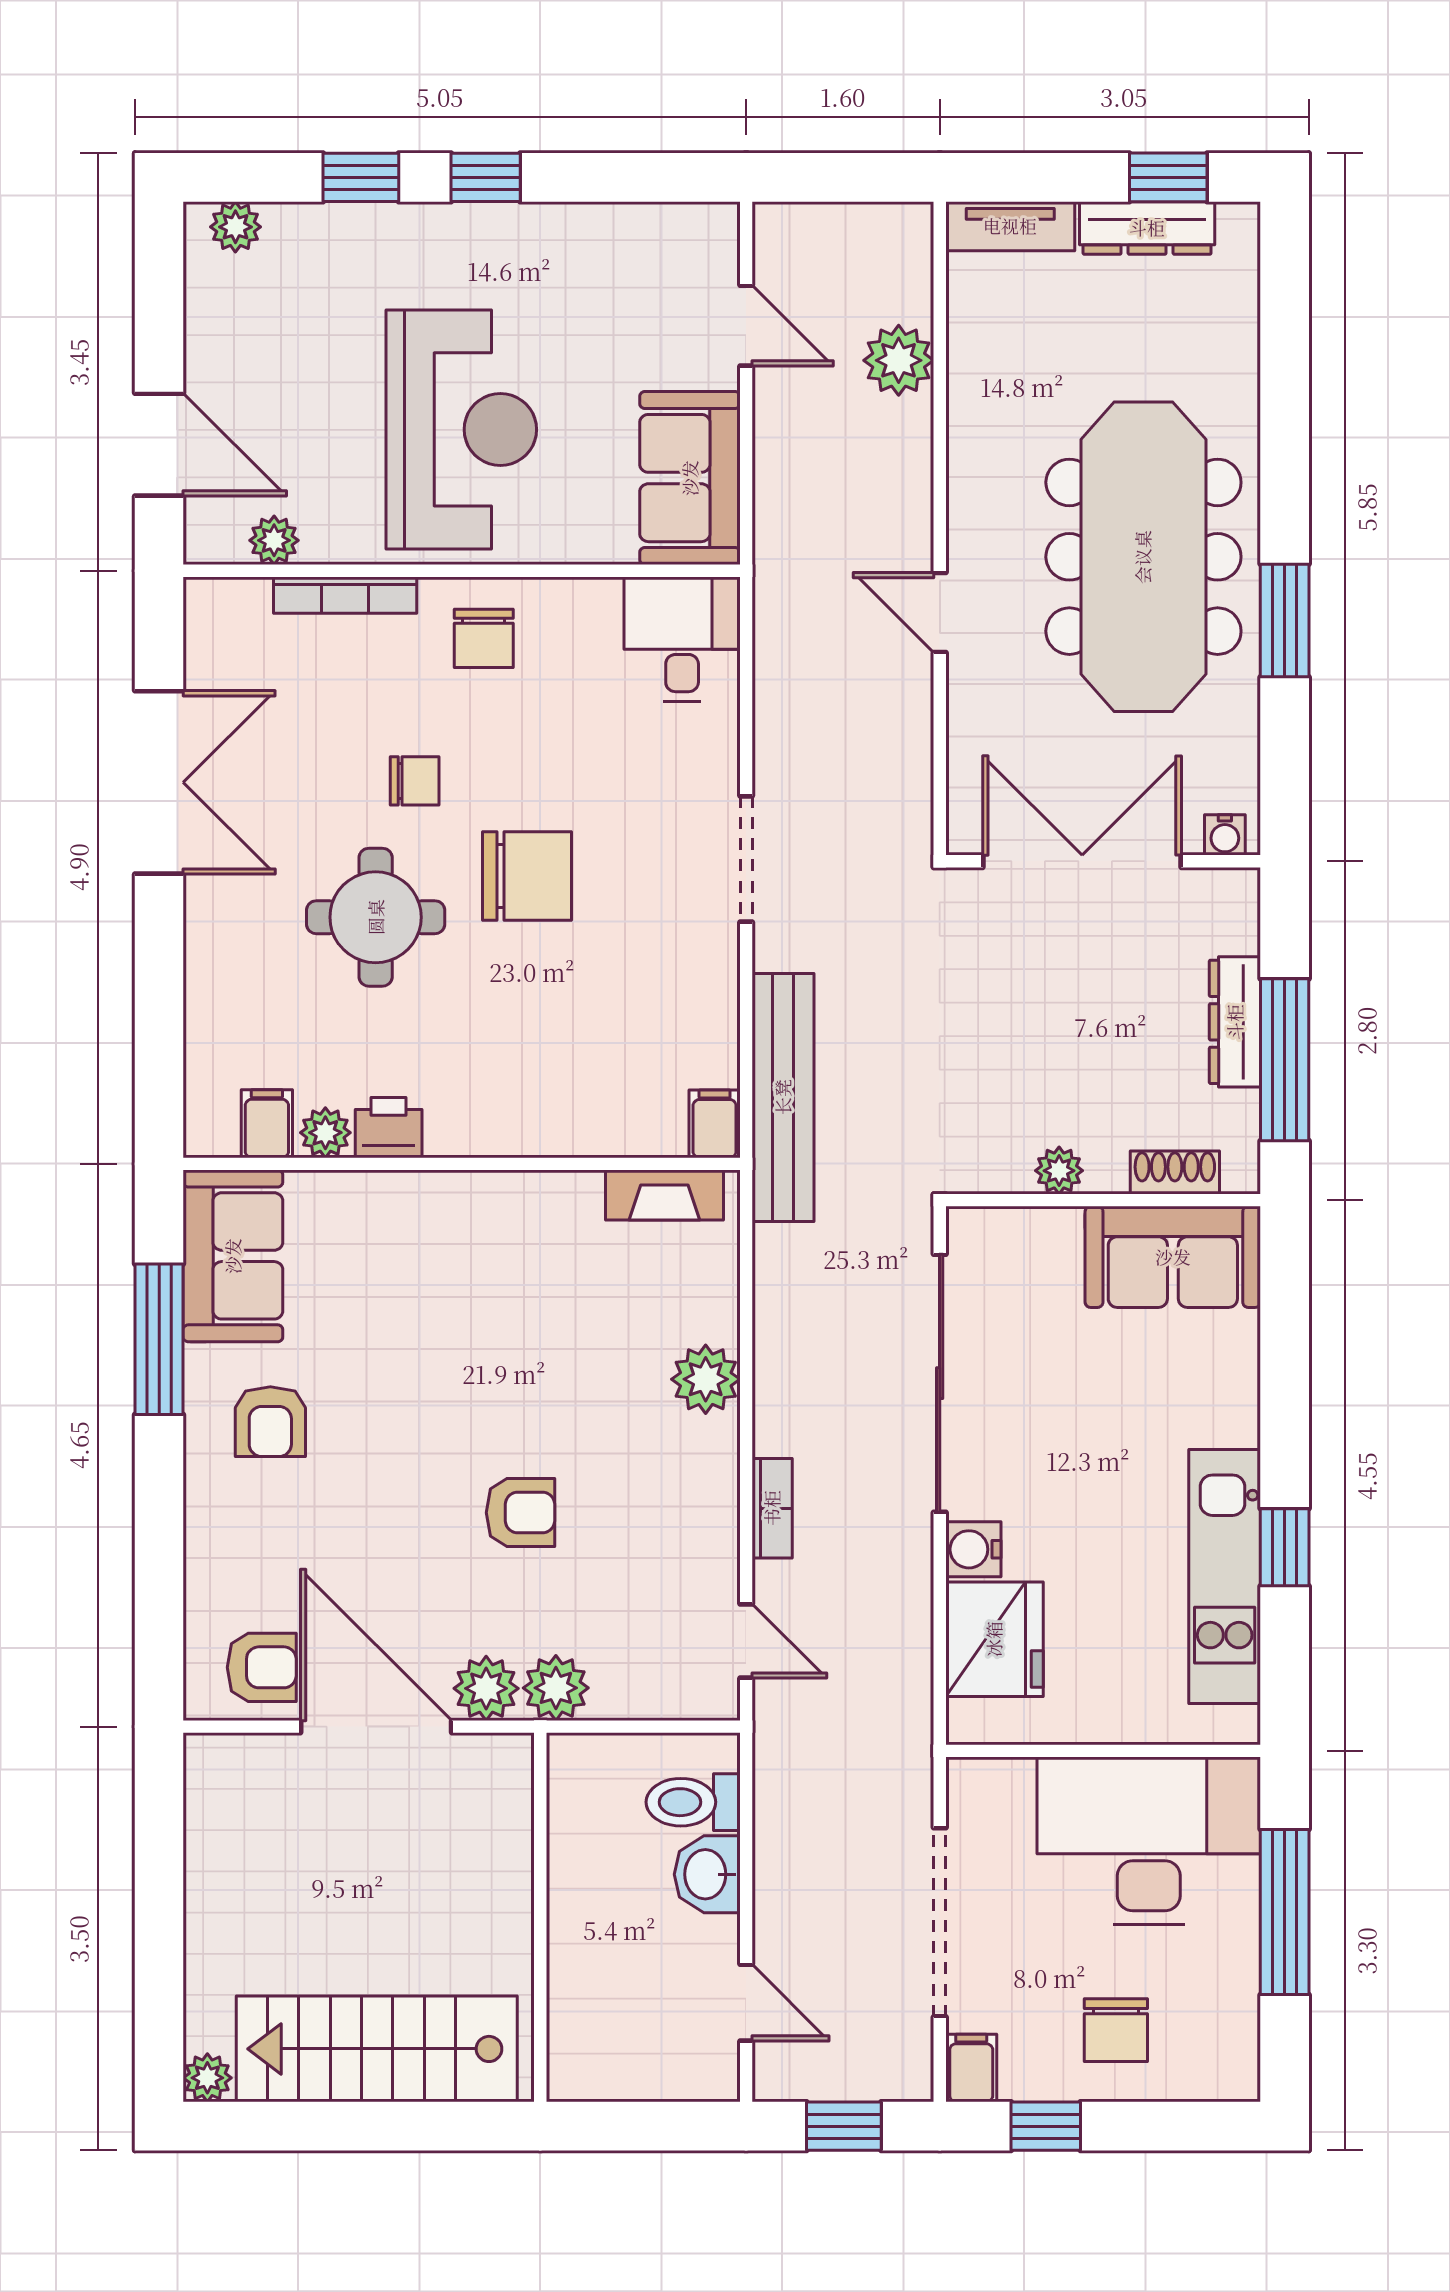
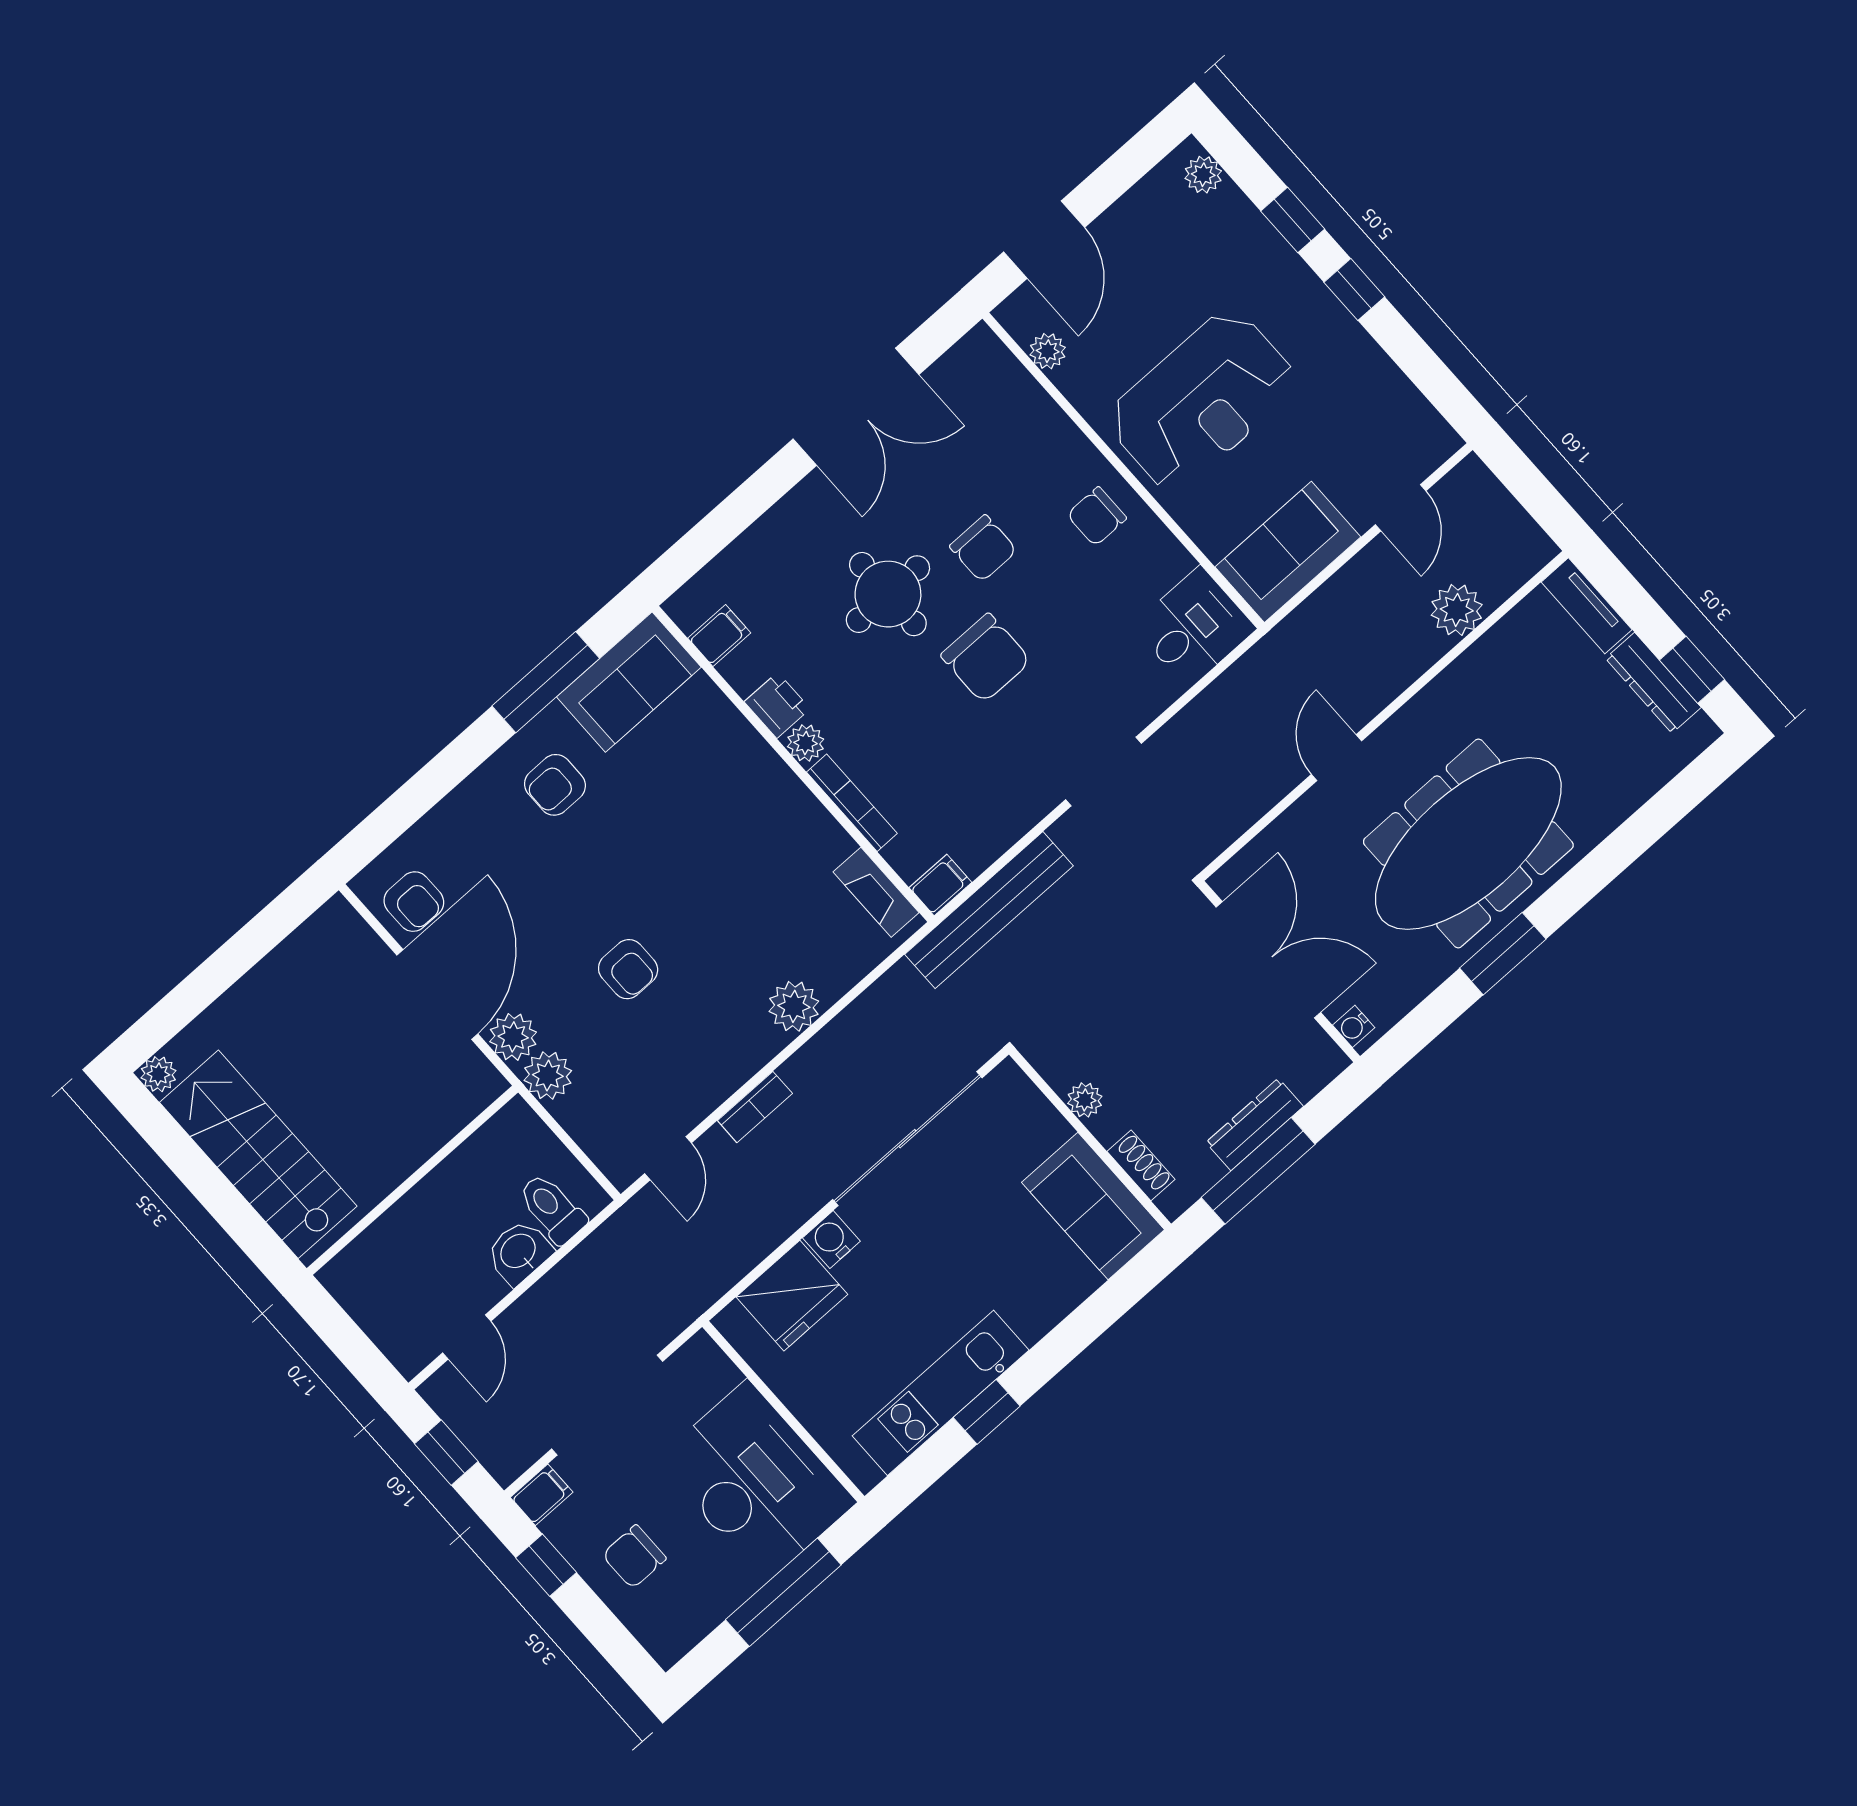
bookcase: (345, 595) -> (852, 803), moved, turned 180
chair: (415, 781) -> (983, 548), width x1.37, depth x1.37
plant: (325, 1133) -> (806, 743), moved

